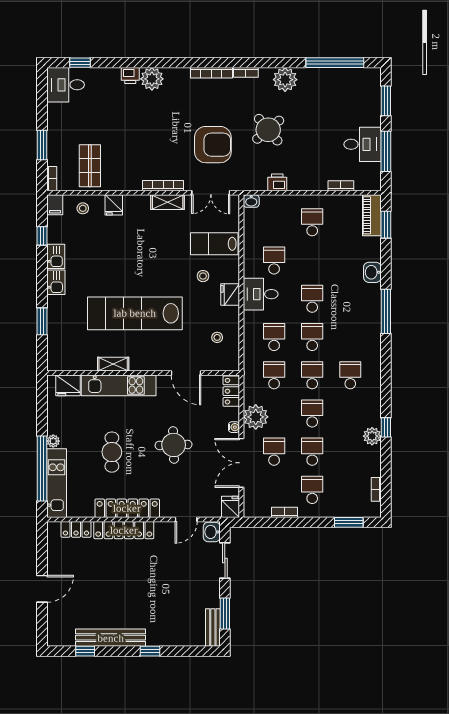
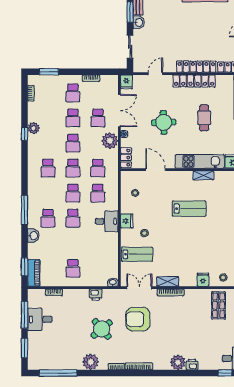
school desk: (274, 260) -> (48, 218), moved
lab bench: (135, 313) -> (189, 209), width x0.54, depth x0.72
washbasin: (212, 532) -> (139, 22), moved

